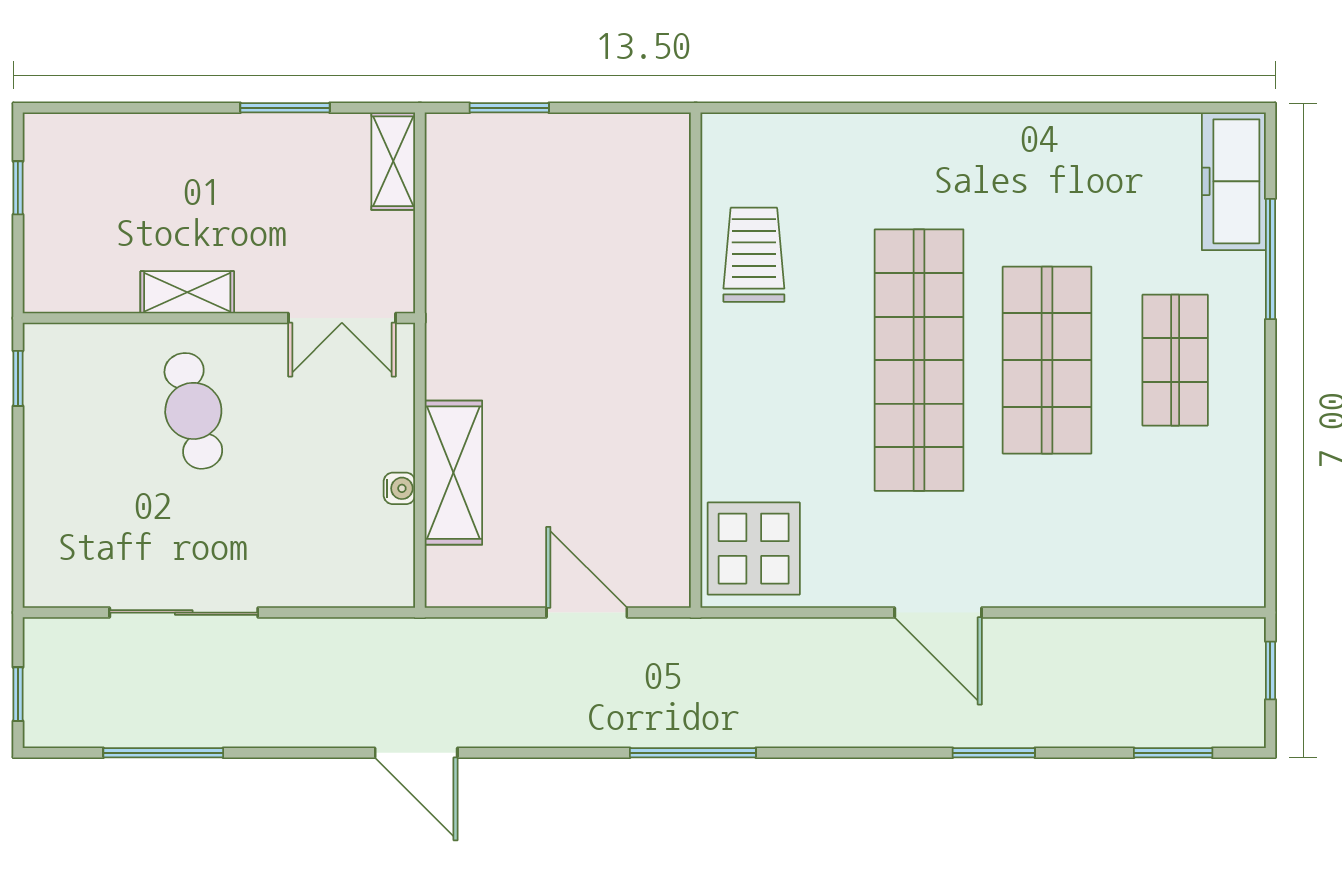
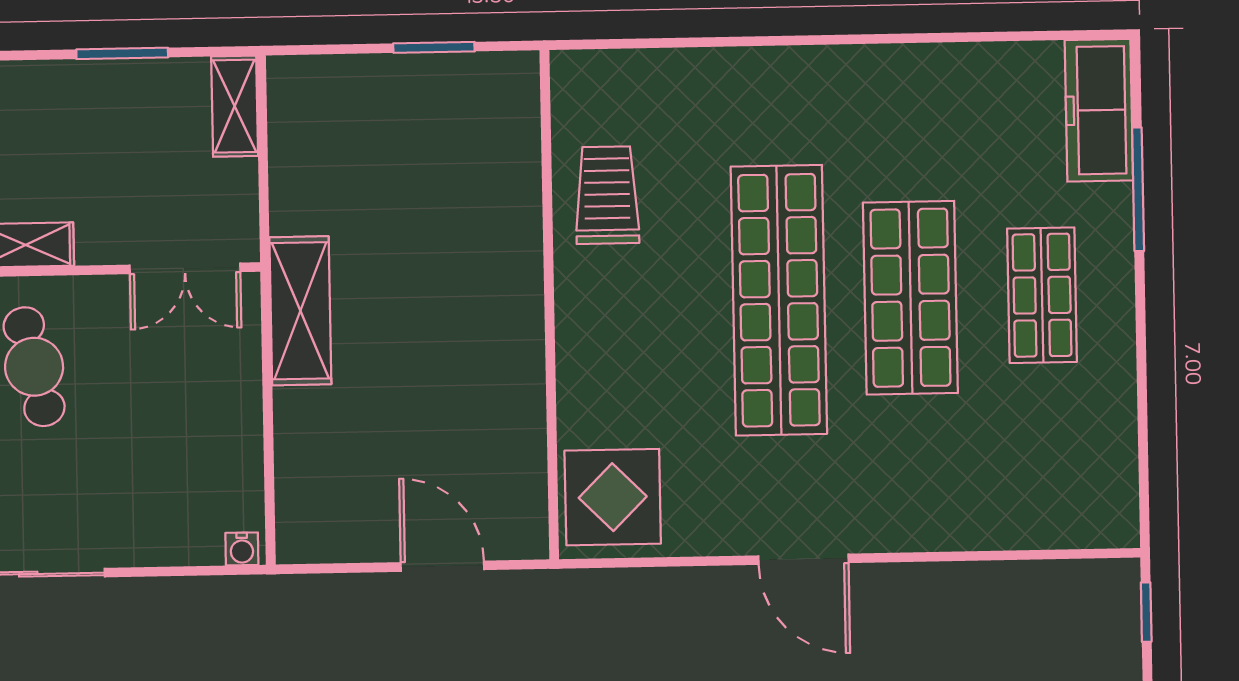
window: (509, 108) -> (434, 47), moved
shelving: (453, 473) -> (300, 311), moved
water cooler: (399, 488) -> (242, 549), moved, turned 90

